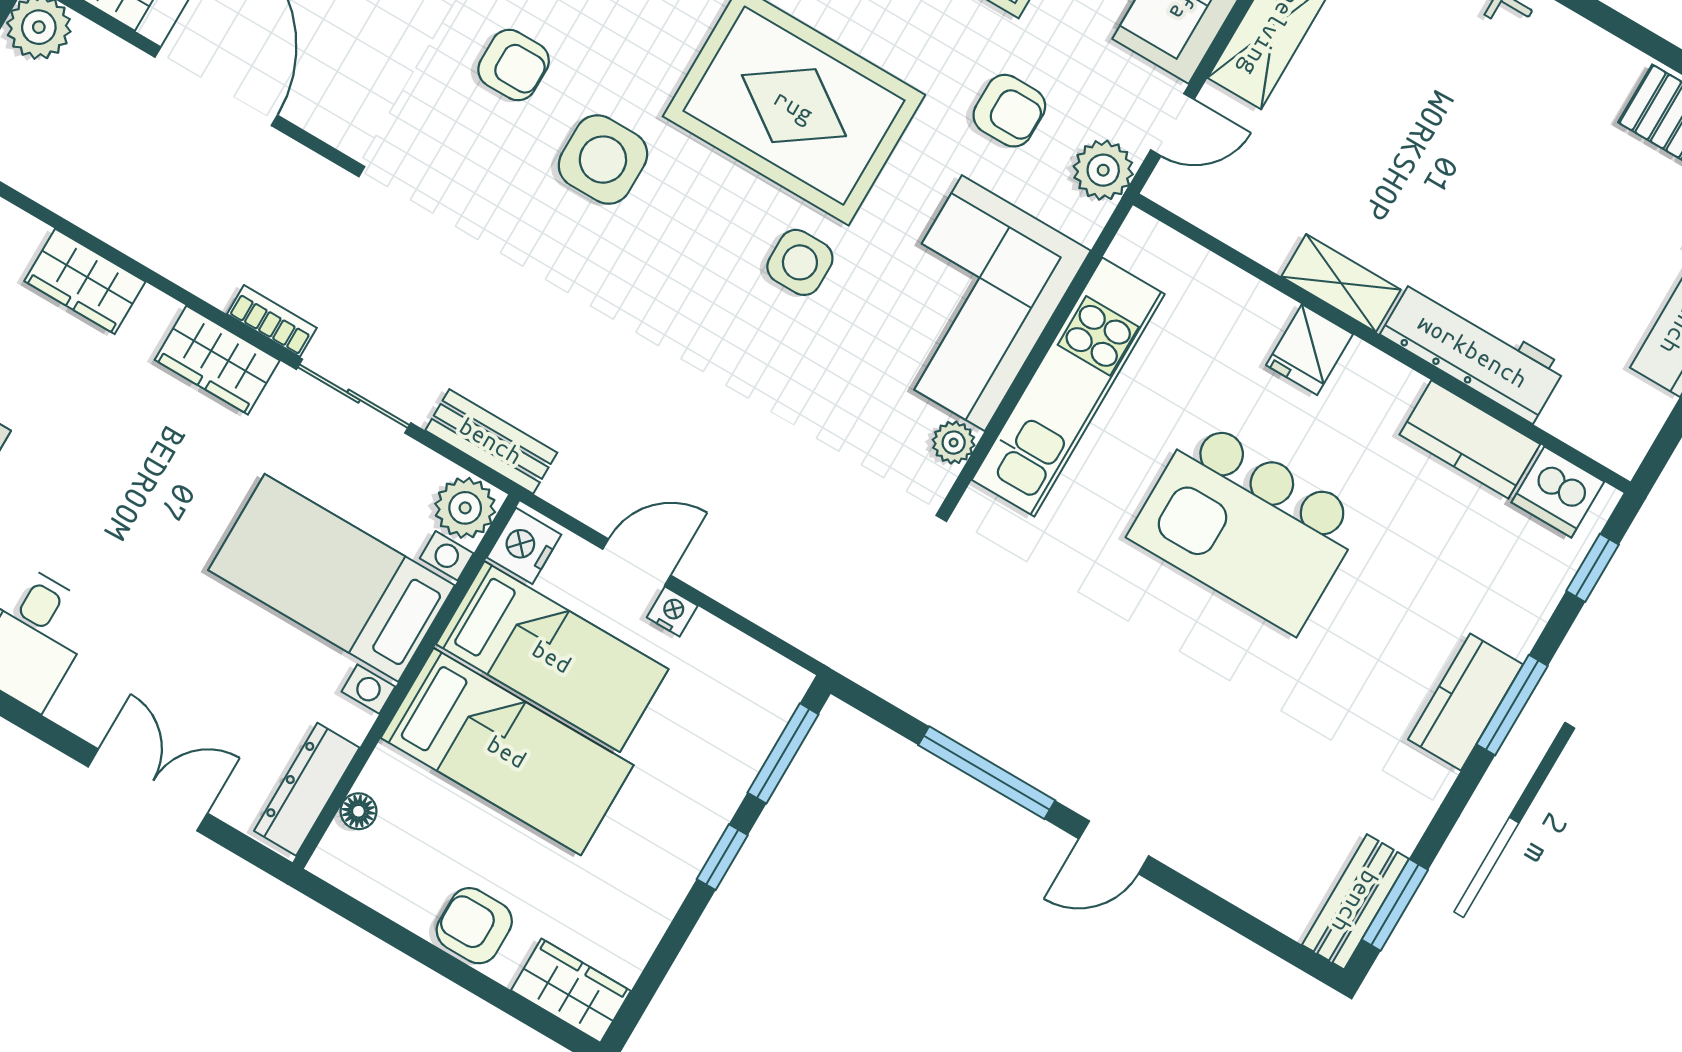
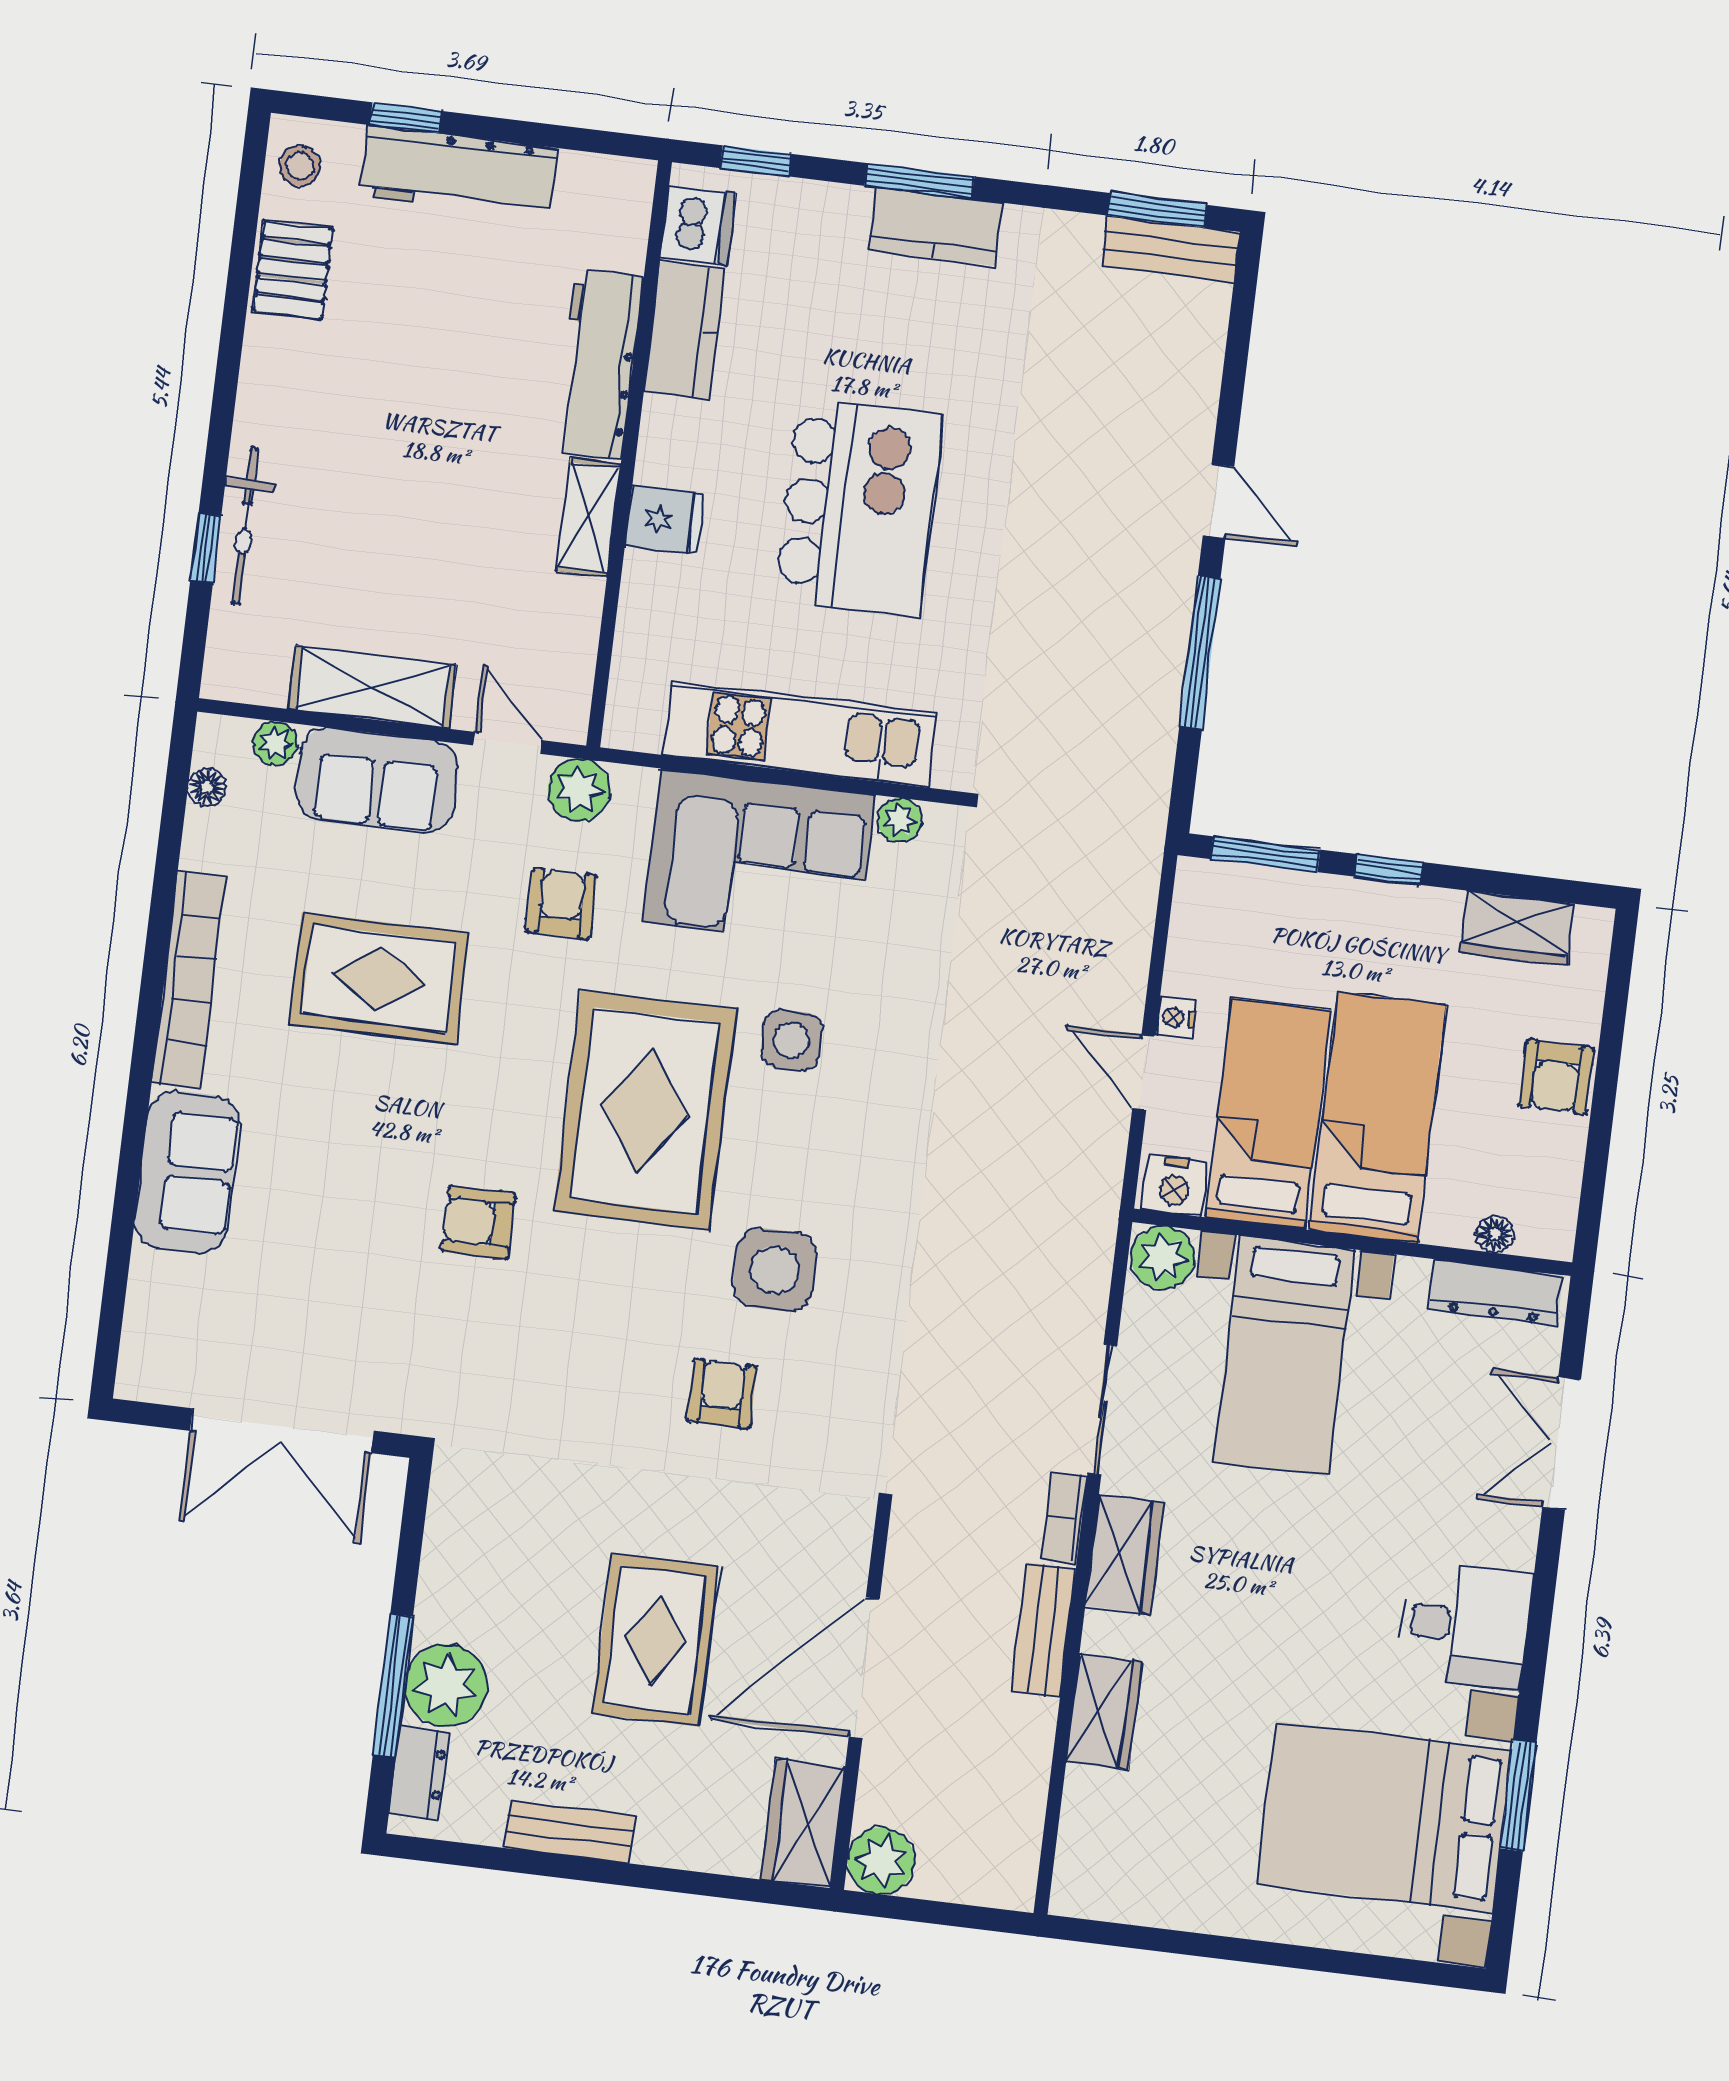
bench: (491, 441) -> (1043, 1630), moved
wardrobe: (571, 991) -> (1517, 928), moved, turned -90

